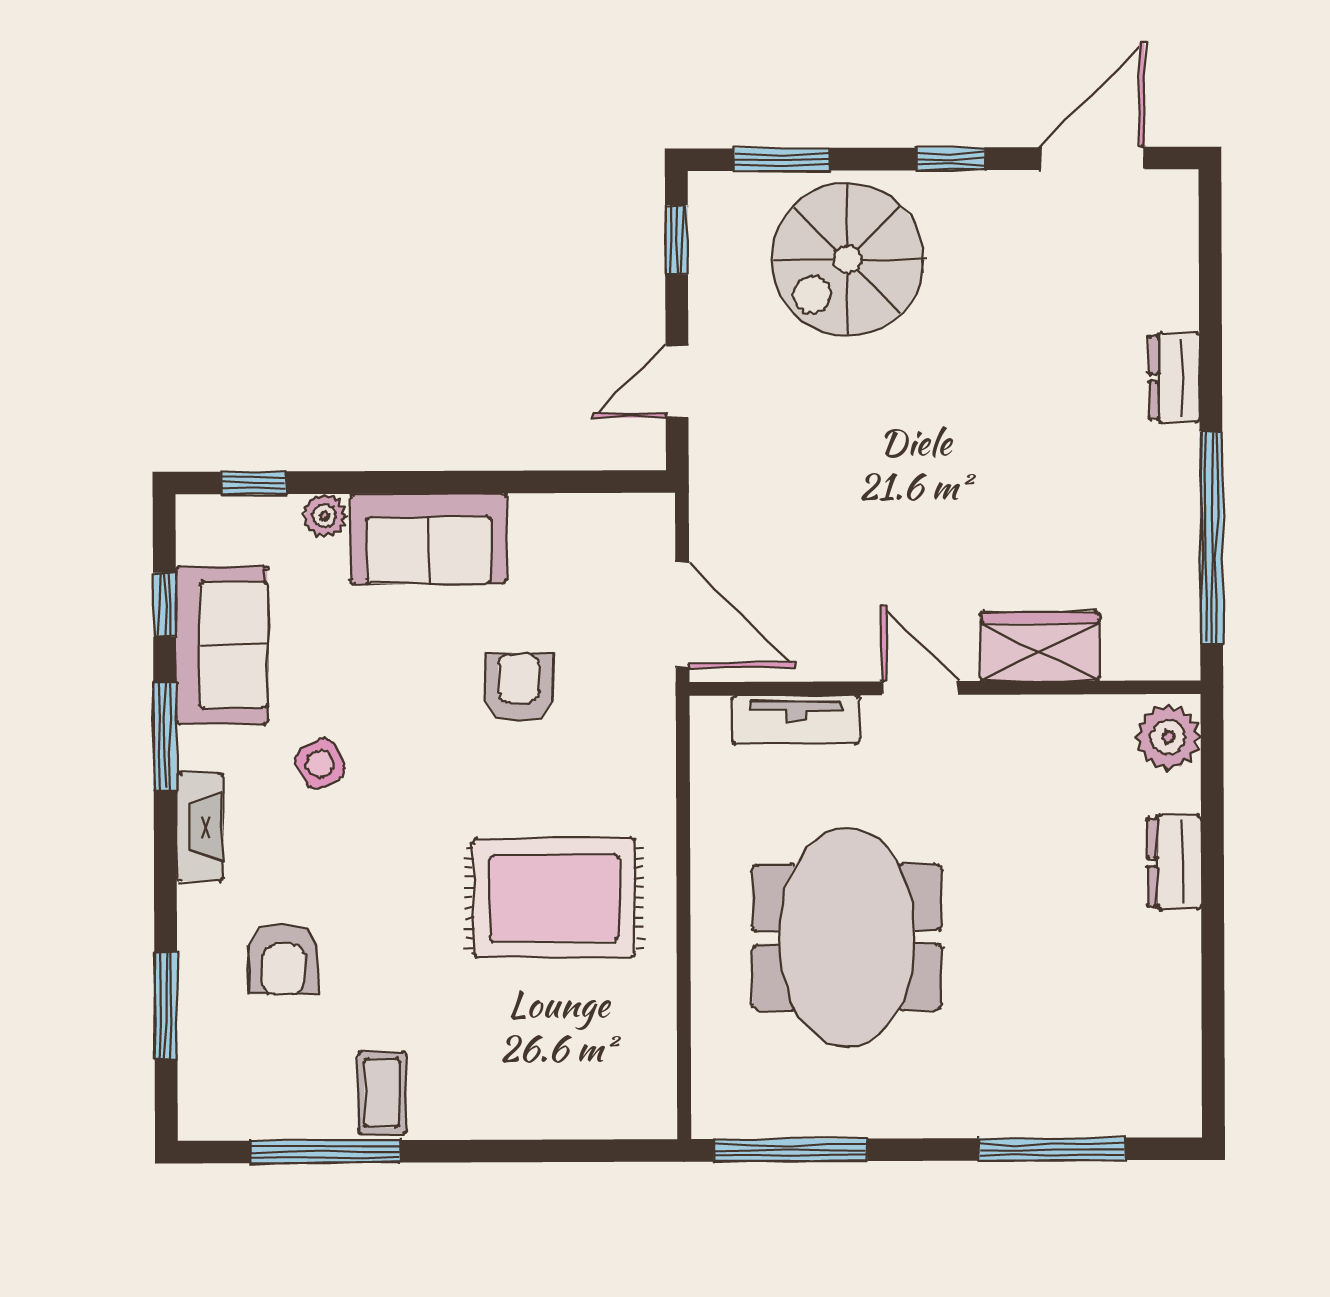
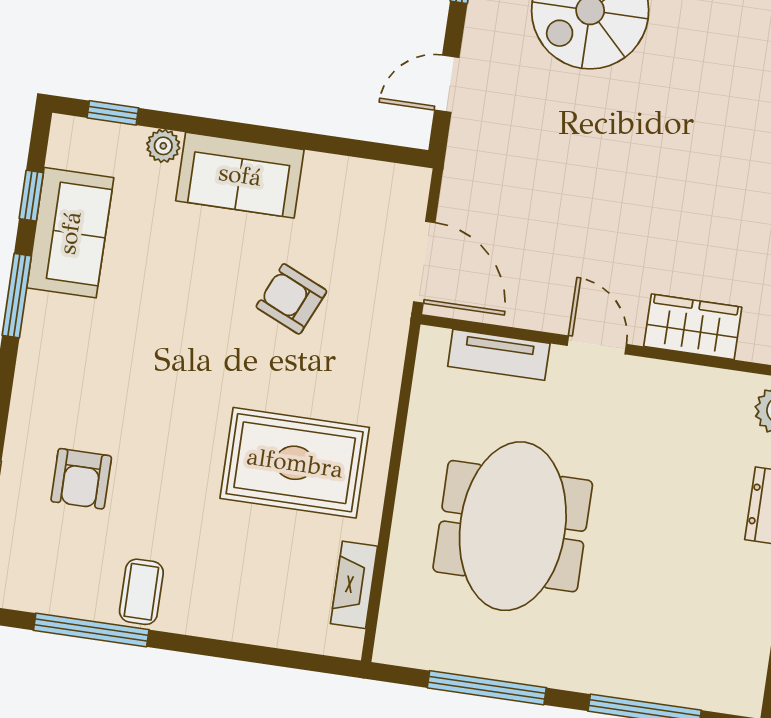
armchair: (519, 688) -> (291, 299), turned -66
side table: (320, 764) -> (131, 334), removed
fireplace: (200, 827) -> (354, 585), moved, turned 180
window: (790, 1150) -> (487, 688), moved

